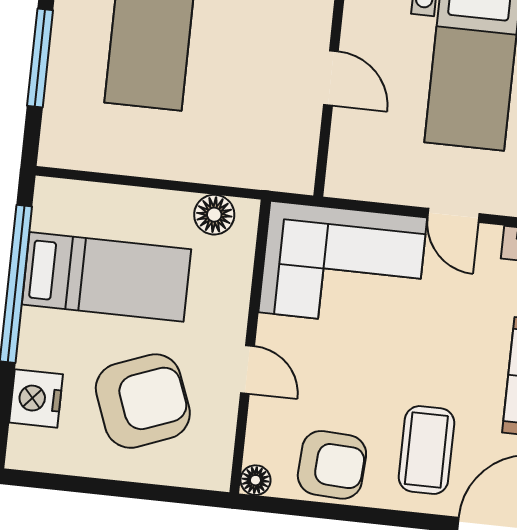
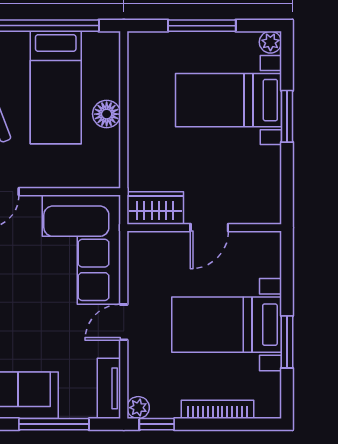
wardrobe: (294, 153) -> (155, 208), added
floor lamp: (214, 215) -> (107, 114), moved

